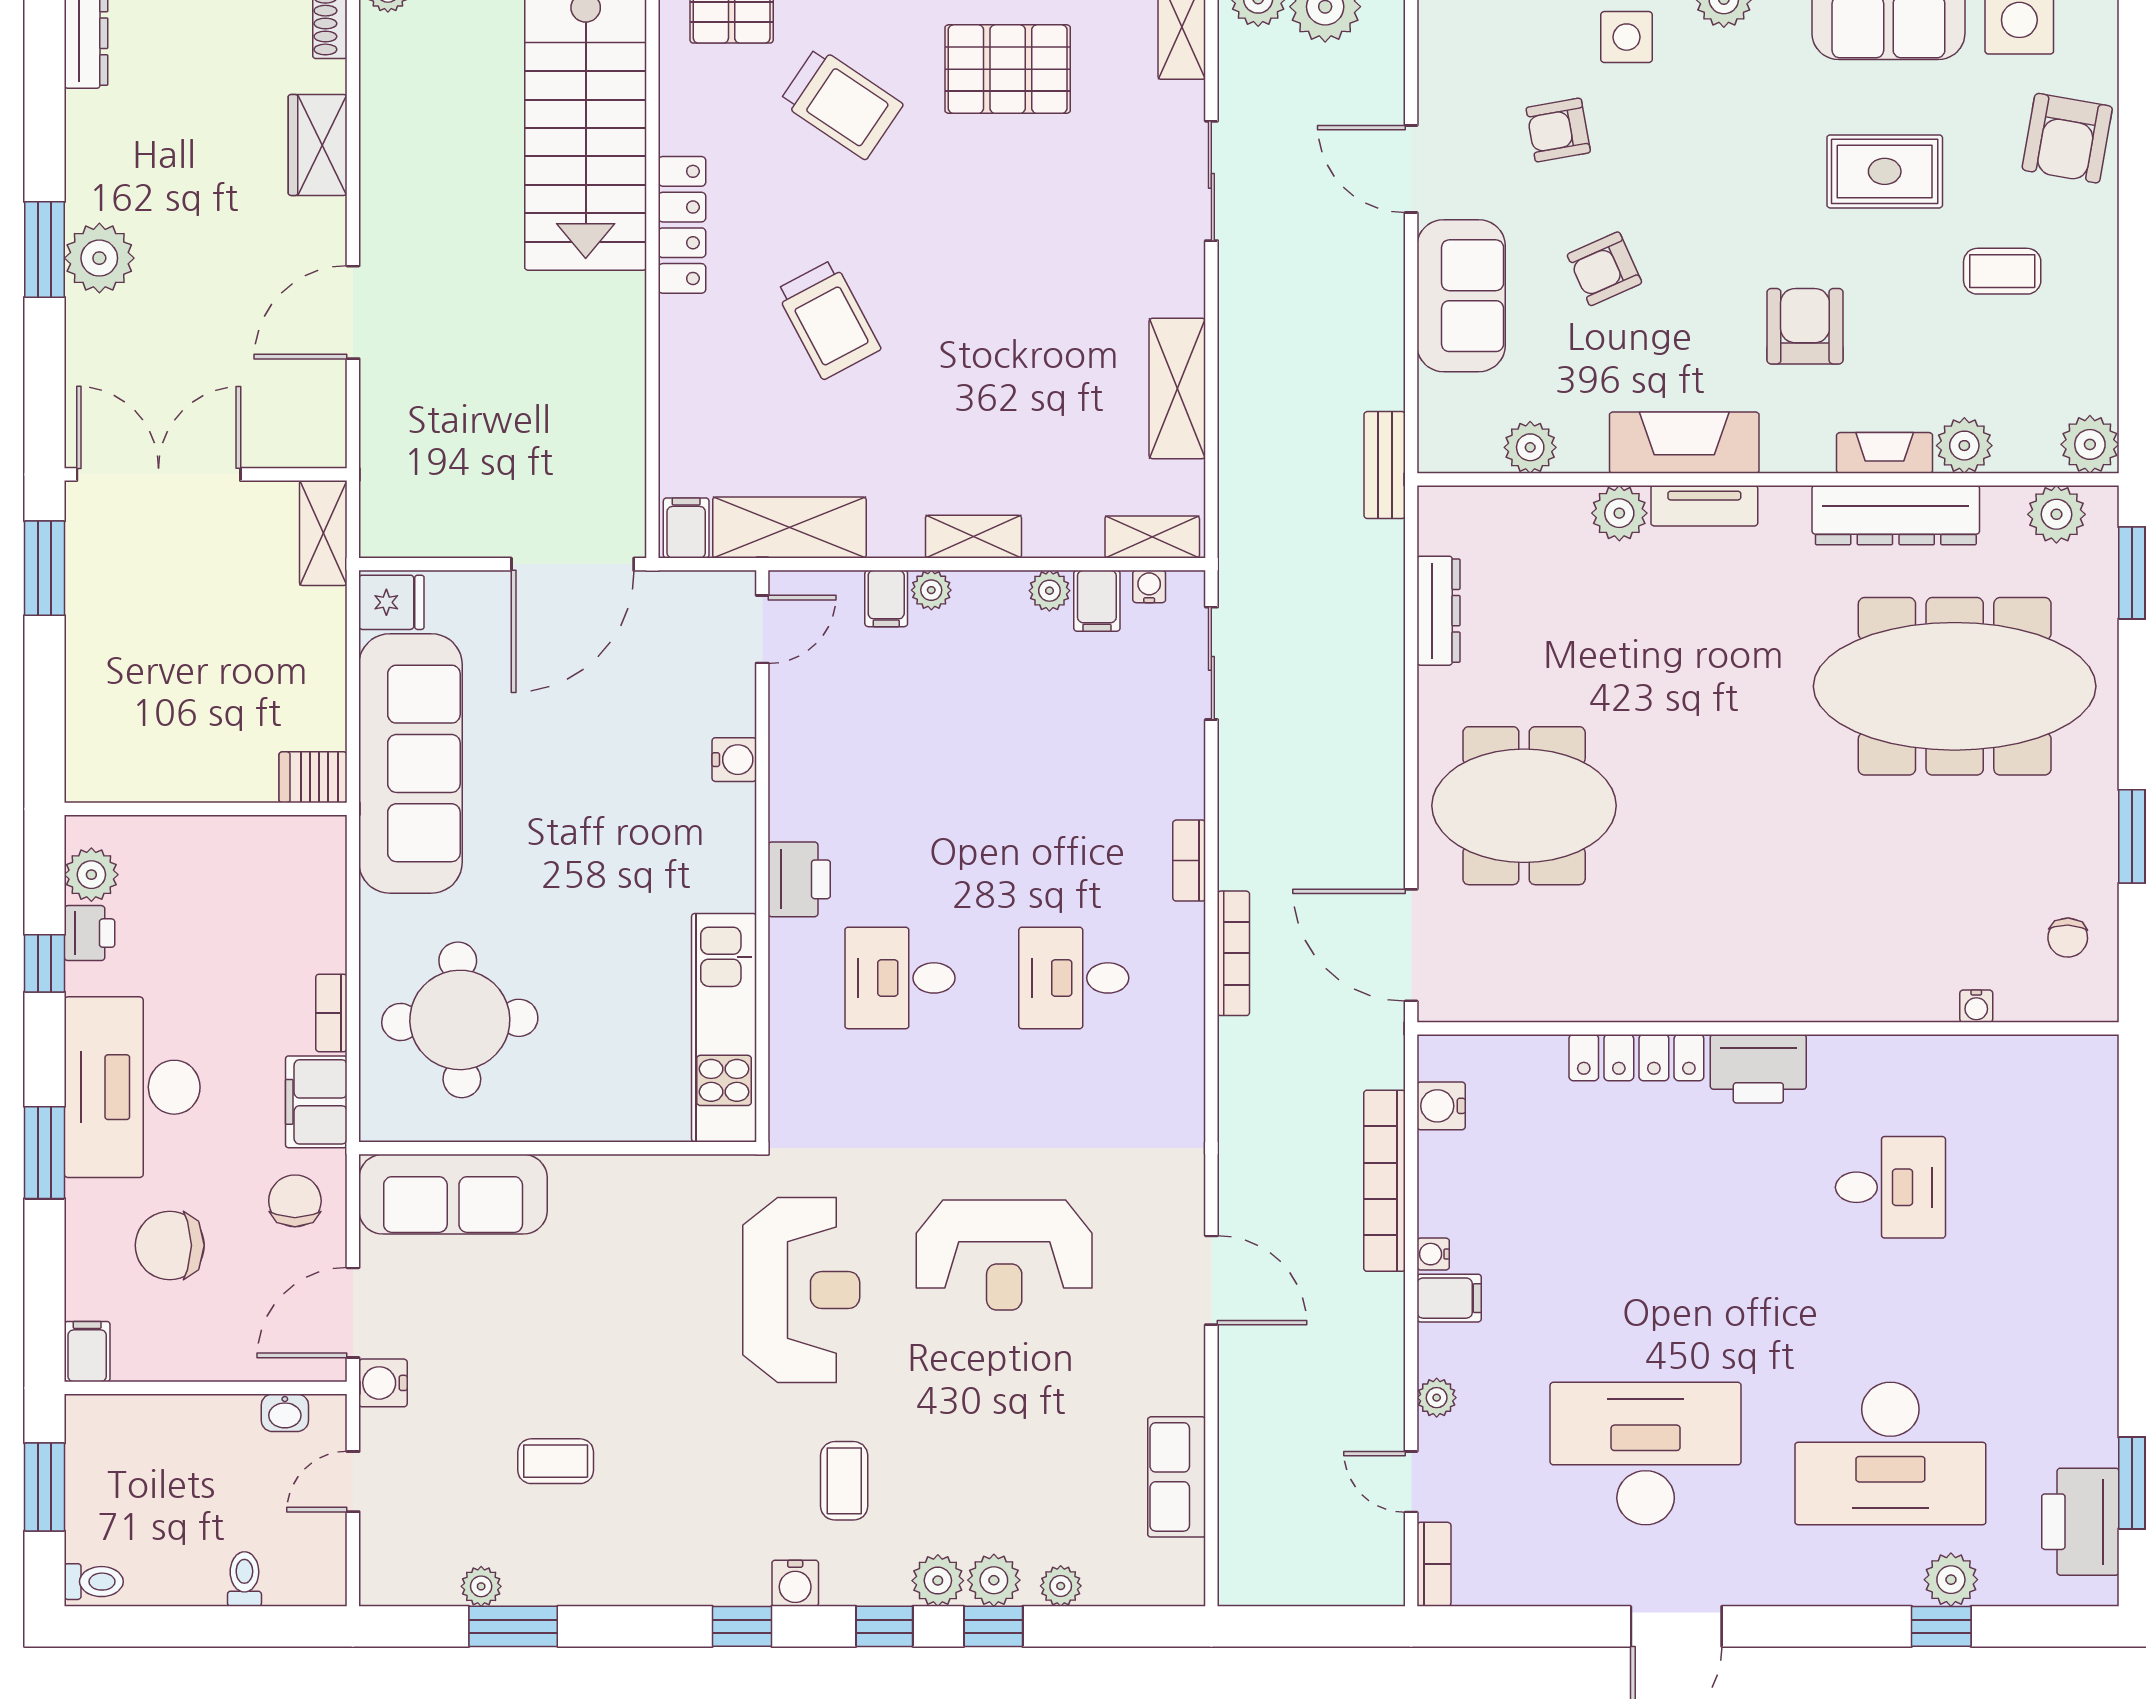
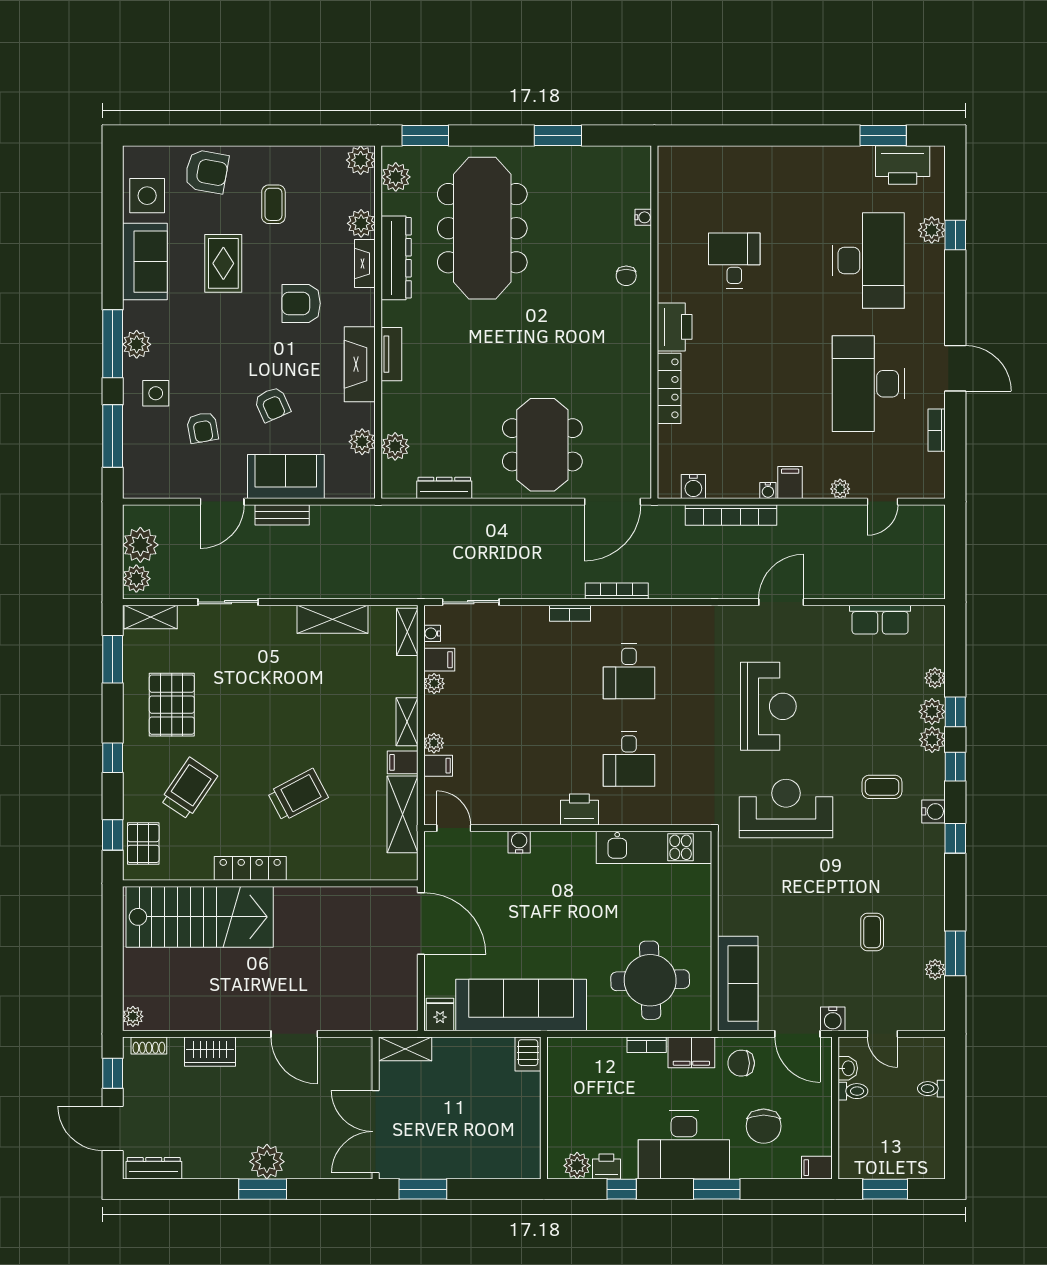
bench: (1385, 465) -> (282, 515), moved
plant: (1619, 513) -> (395, 446), moved
filing cabinet: (686, 528) -> (403, 762), moved
chair: (2068, 938) -> (626, 276), moved, turned 88
bookcase: (1434, 1564) -> (937, 430), moved, turned -90
toilet: (94, 1582) -> (853, 1091), moved, turned 90

